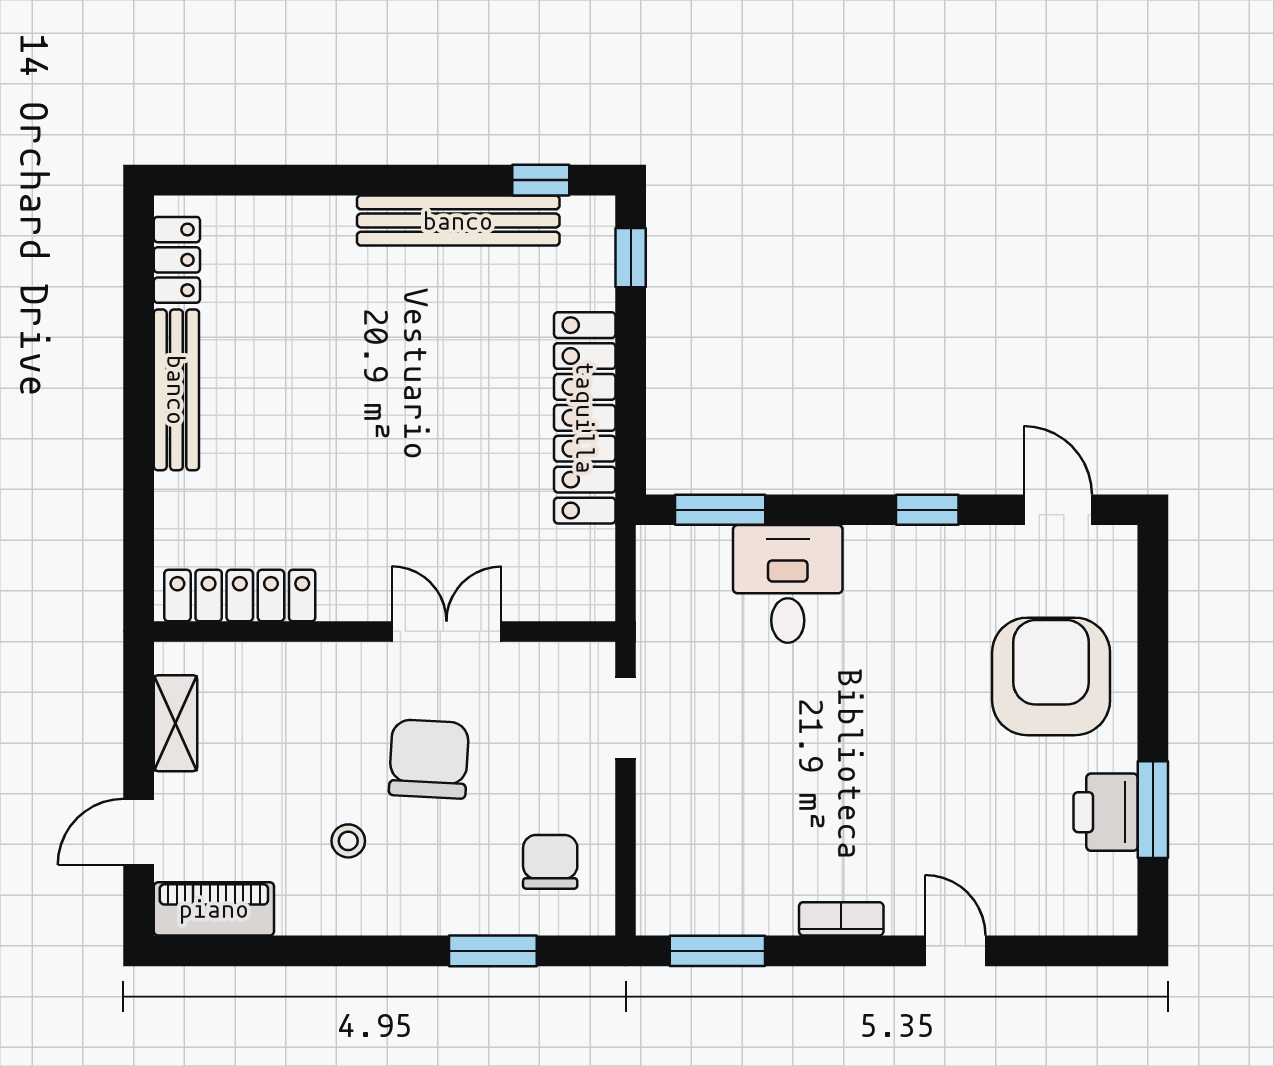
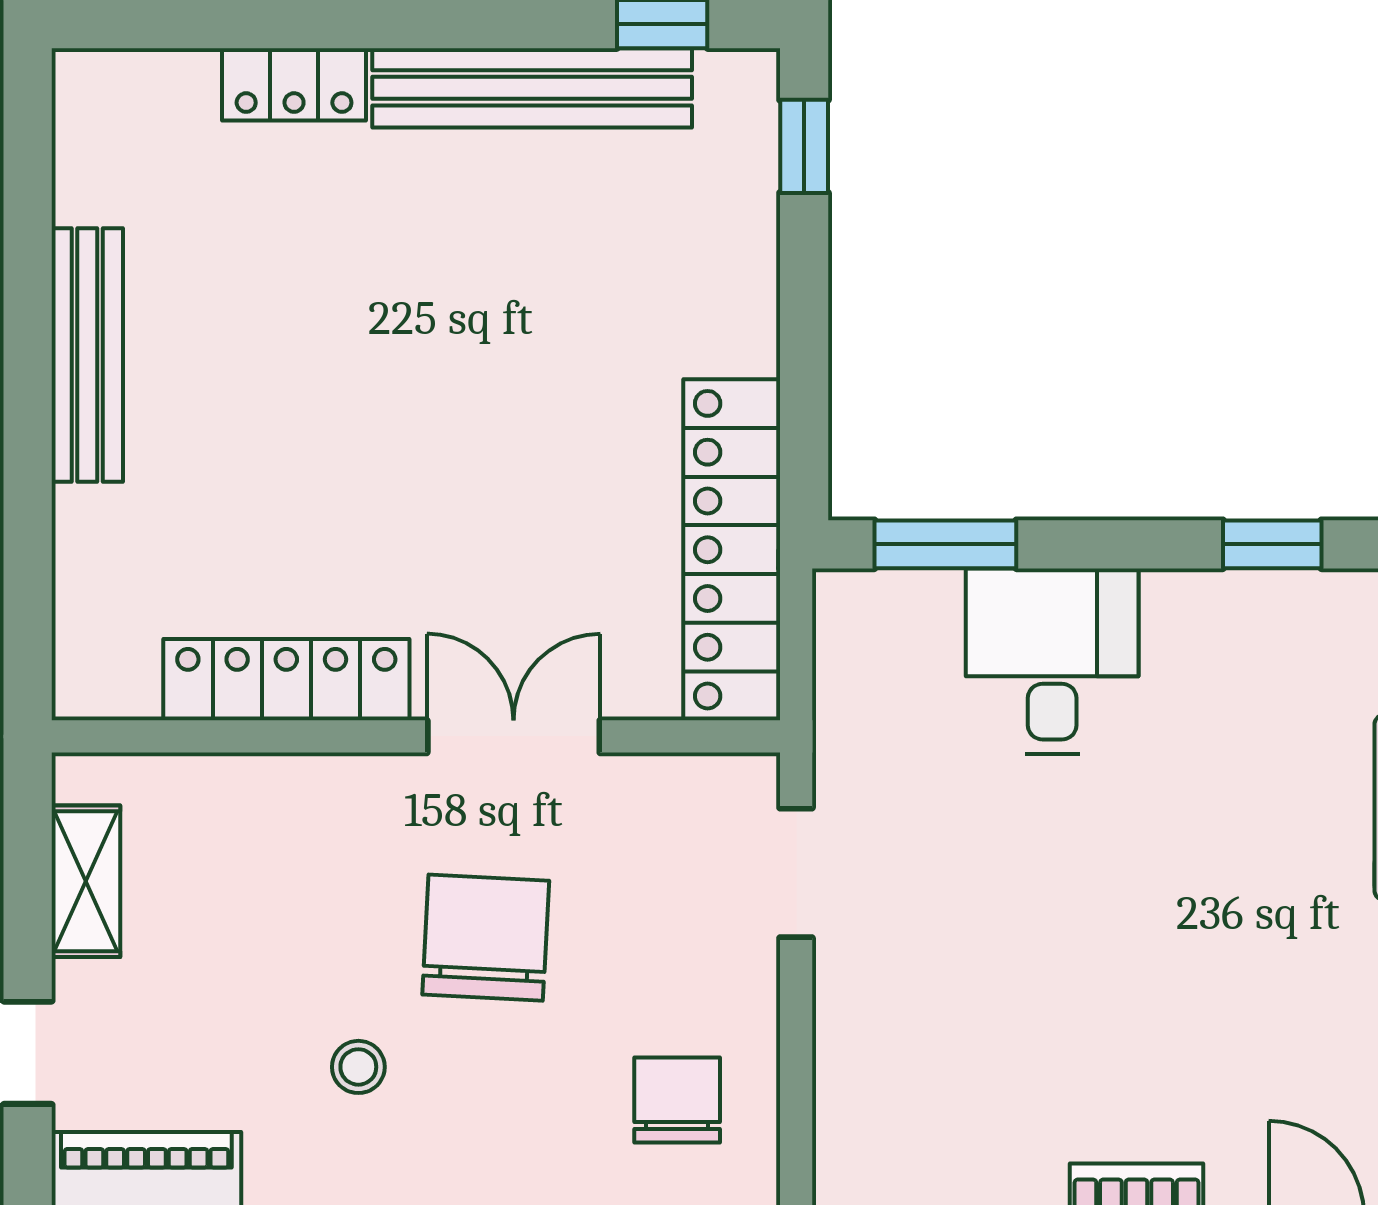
locker: (177, 260) -> (294, 84), moved, turned 90
locker: (585, 418) -> (732, 550), moved
locker: (240, 596) -> (286, 680), moved

